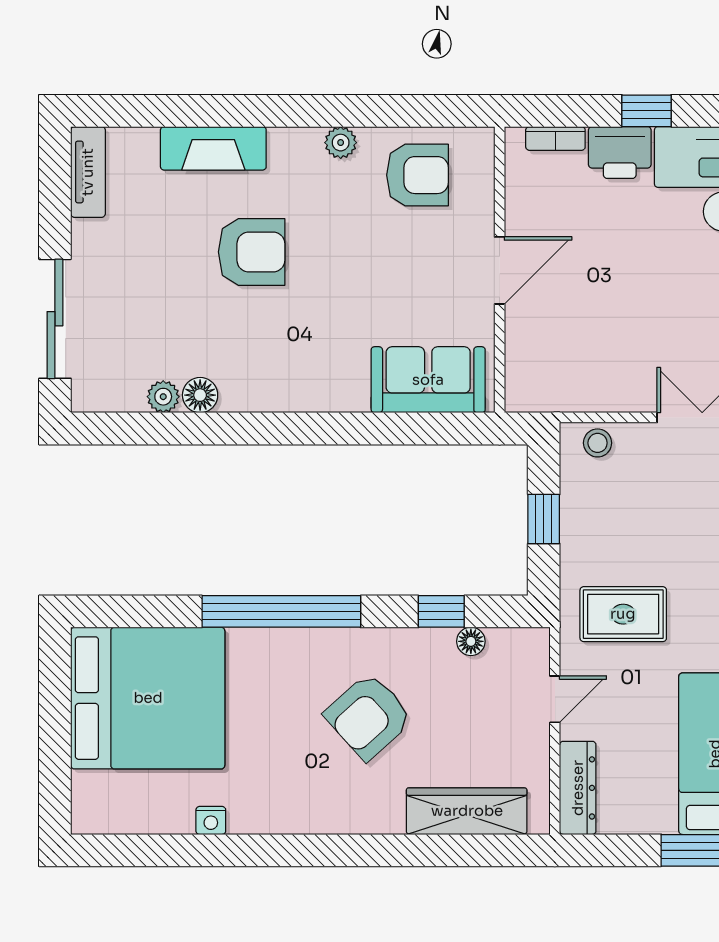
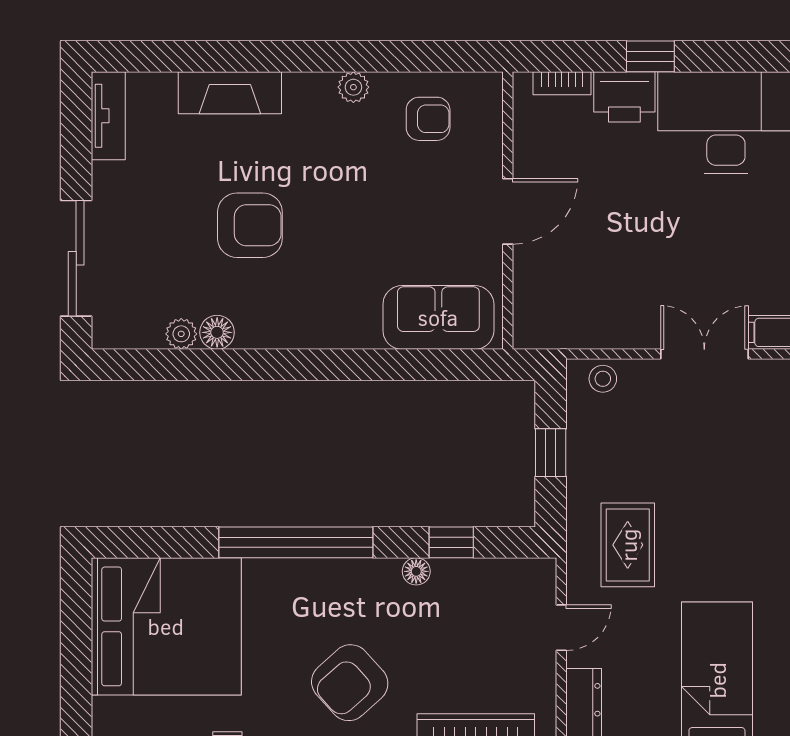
armchair: (417, 175) -> (428, 119), width x0.72, depth x0.72
armchair: (252, 252) -> (250, 225), moved
rug: (623, 614) -> (628, 545), turned 90
floor lamp: (471, 641) -> (416, 571), moved
armchair: (369, 716) -> (350, 683), moved

